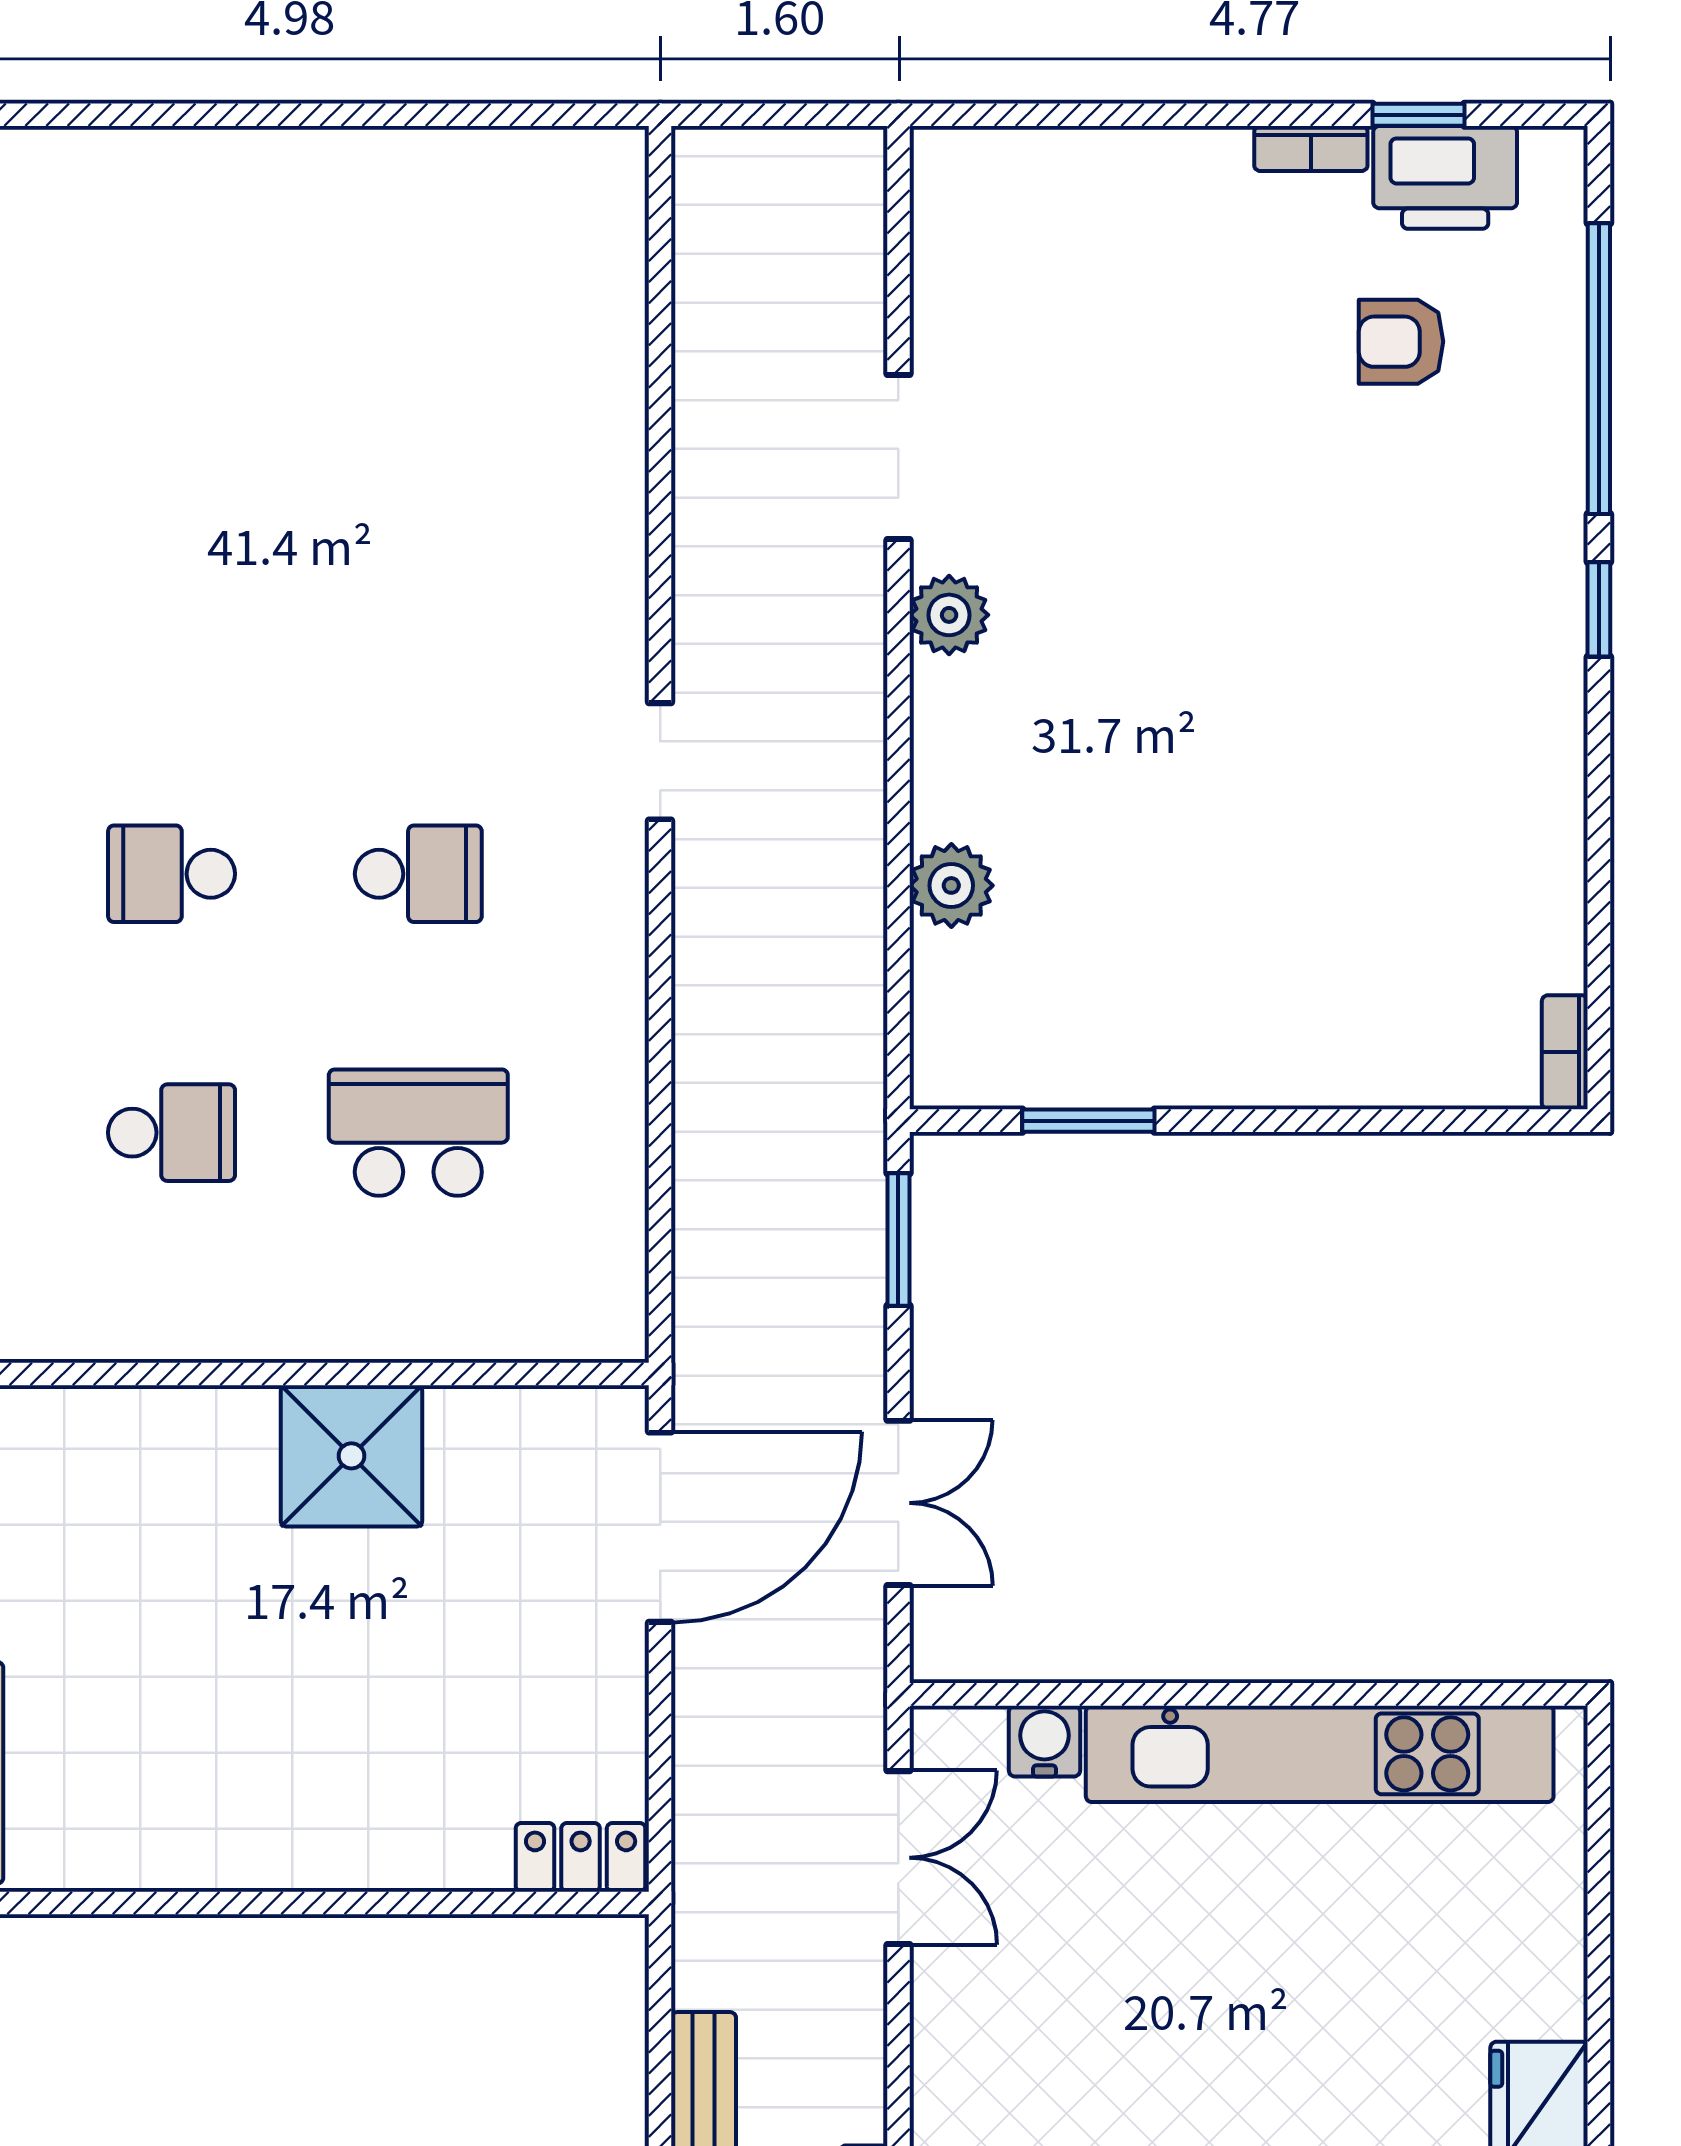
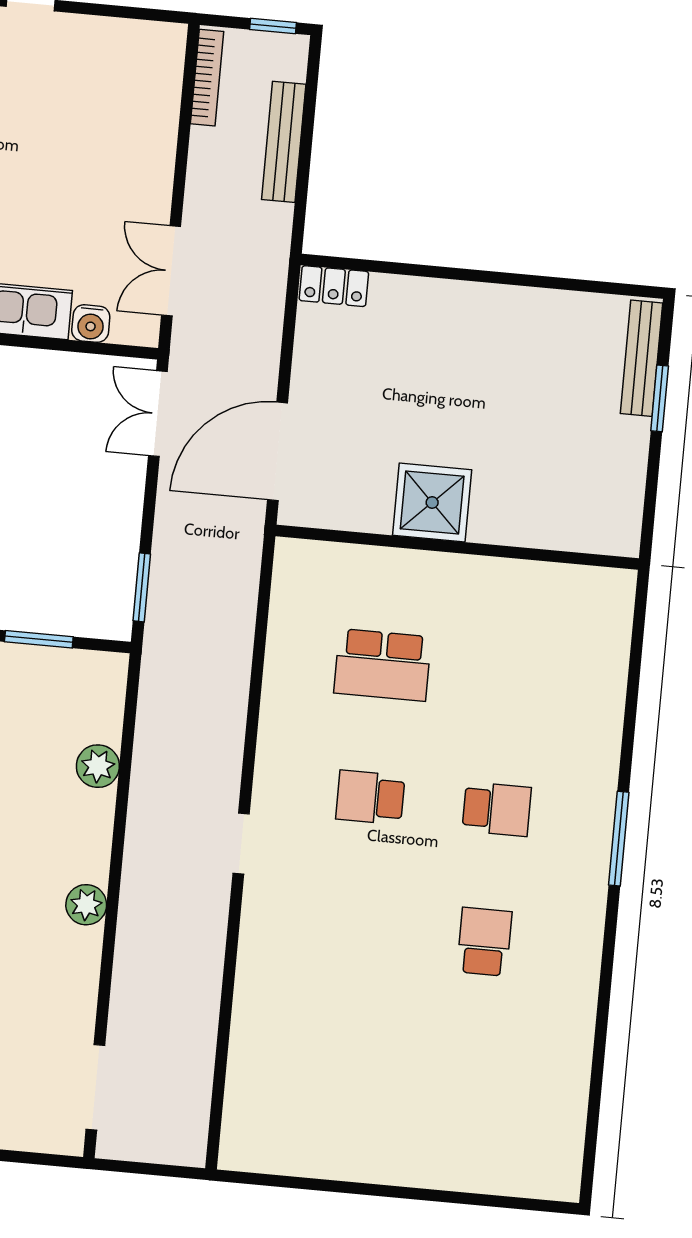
doorway: (898, 457) -> (95, 1087), moved
school desk: (172, 1133) -> (484, 942), moved, turned 90
double door: (898, 1503) -> (158, 414), moved

